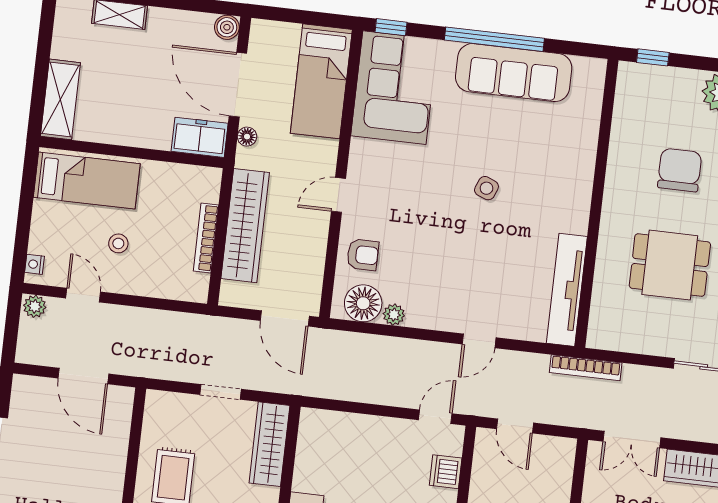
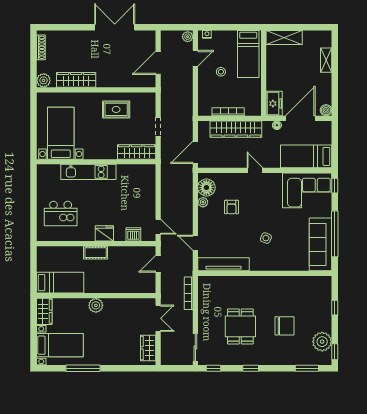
wall: (597, 203) -> (265, 273), moved
armchair: (363, 255) -> (231, 207), moved
tv unit: (567, 290) -> (223, 264), moved
double door: (632, 439) -> (158, 318), swing flipped

